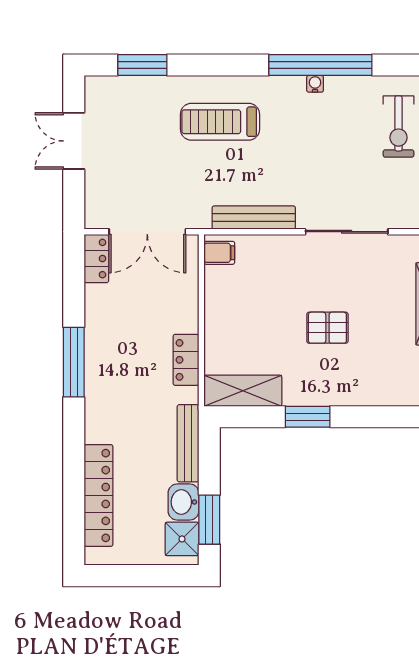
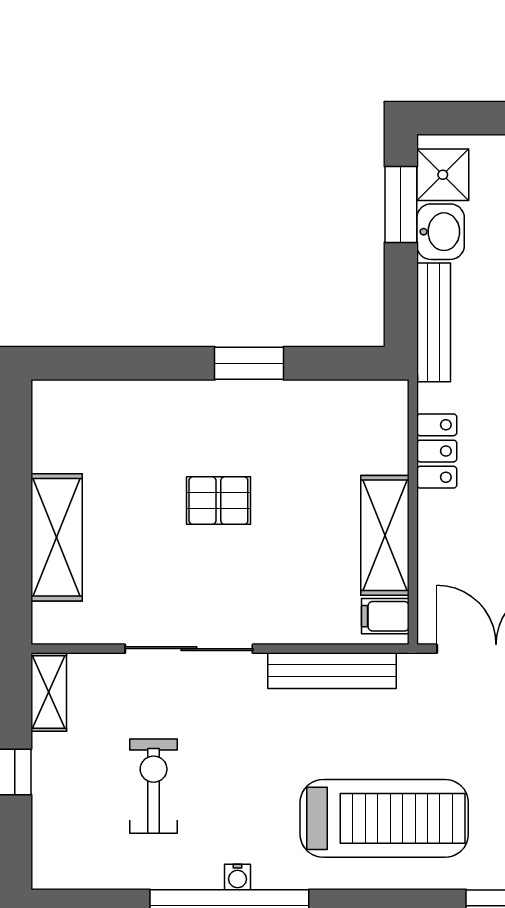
treadmill: (220, 122) -> (384, 818), width x1.37, depth x1.38
exercise bike: (398, 127) -> (154, 786), moved
shelving: (243, 391) -> (385, 535), moved, turned 90

